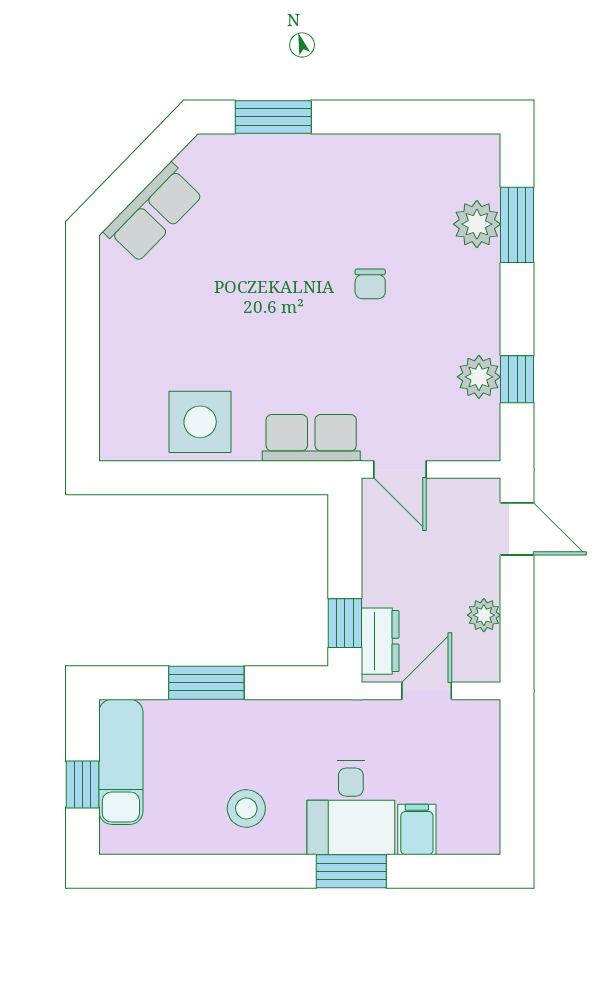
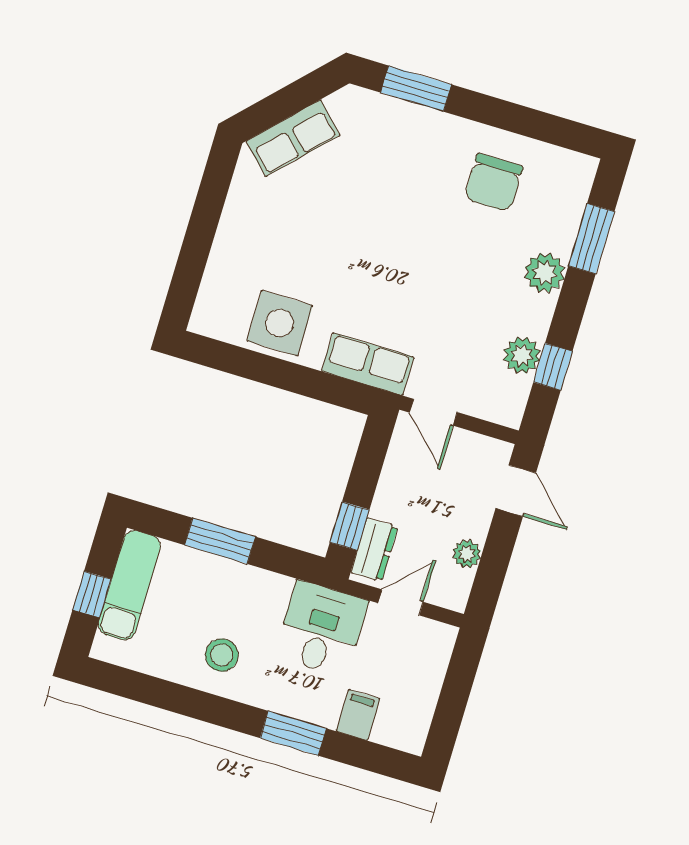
plant: (477, 224) -> (545, 273), moved
chair: (370, 284) -> (494, 183), moved, width x1.87, depth x1.87
desk: (351, 808) -> (321, 629), moved, turned 180

